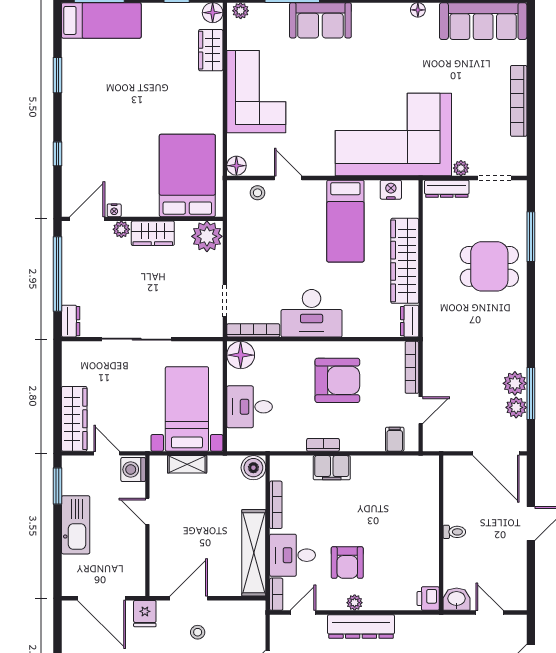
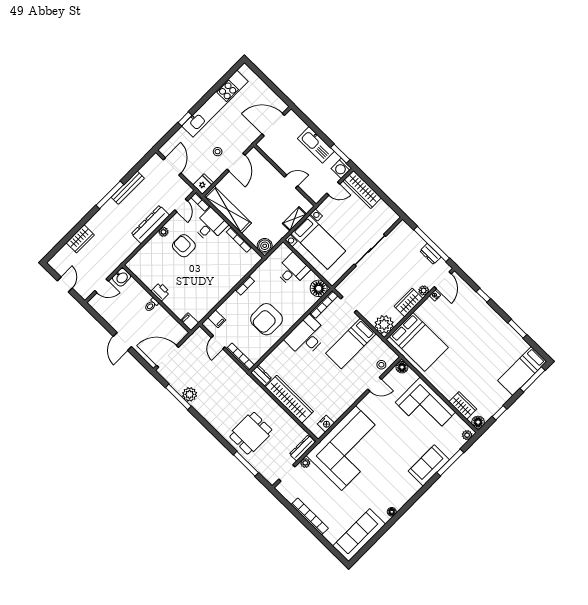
bed: (345, 221) -> (351, 343), moved, turned -90
dresser: (71, 321) -> (430, 254), moved
plant: (516, 407) -> (179, 385), removed
filing cabinet: (332, 468) -> (189, 322), moved, width x0.50
washing machine: (133, 469) -> (341, 168), moved, turned 180
printer: (428, 599) -> (160, 292), moved
fridge: (145, 614) -> (203, 184), moved, turned 90

